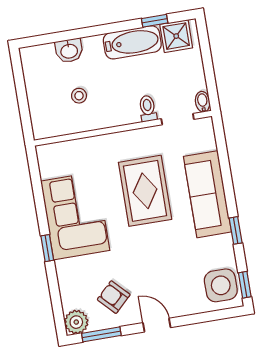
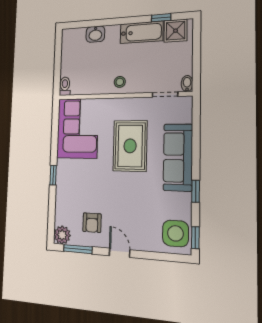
stool: (79, 96) -> (120, 82), moved
toilet: (148, 109) -> (65, 86), moved
corner sofa: (75, 216) -> (77, 128), moved
armchair: (114, 297) -> (92, 223), turned -136

